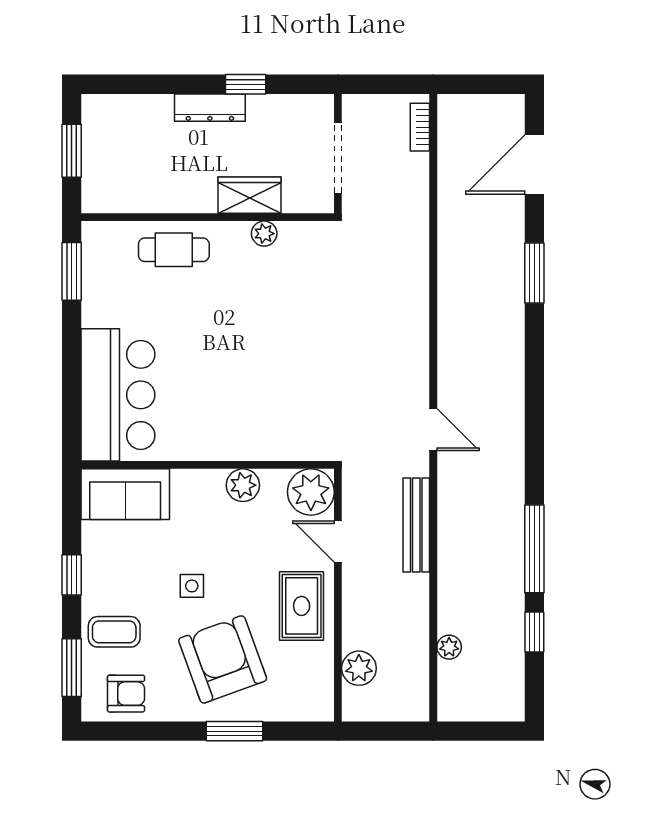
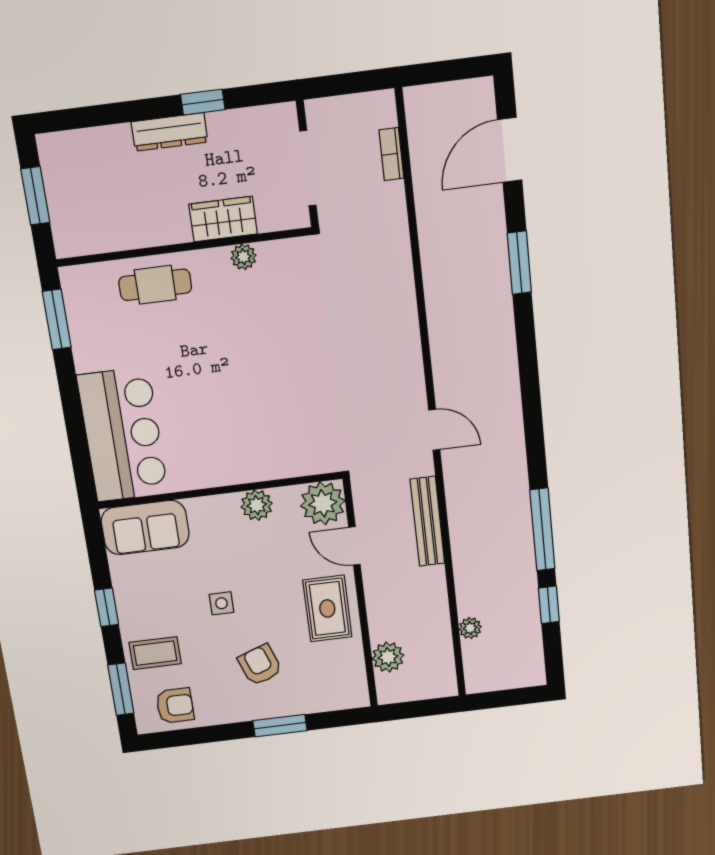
bookcase: (420, 127) -> (391, 154), moved
armchair: (223, 659) -> (260, 665), width x0.53, depth x0.53

